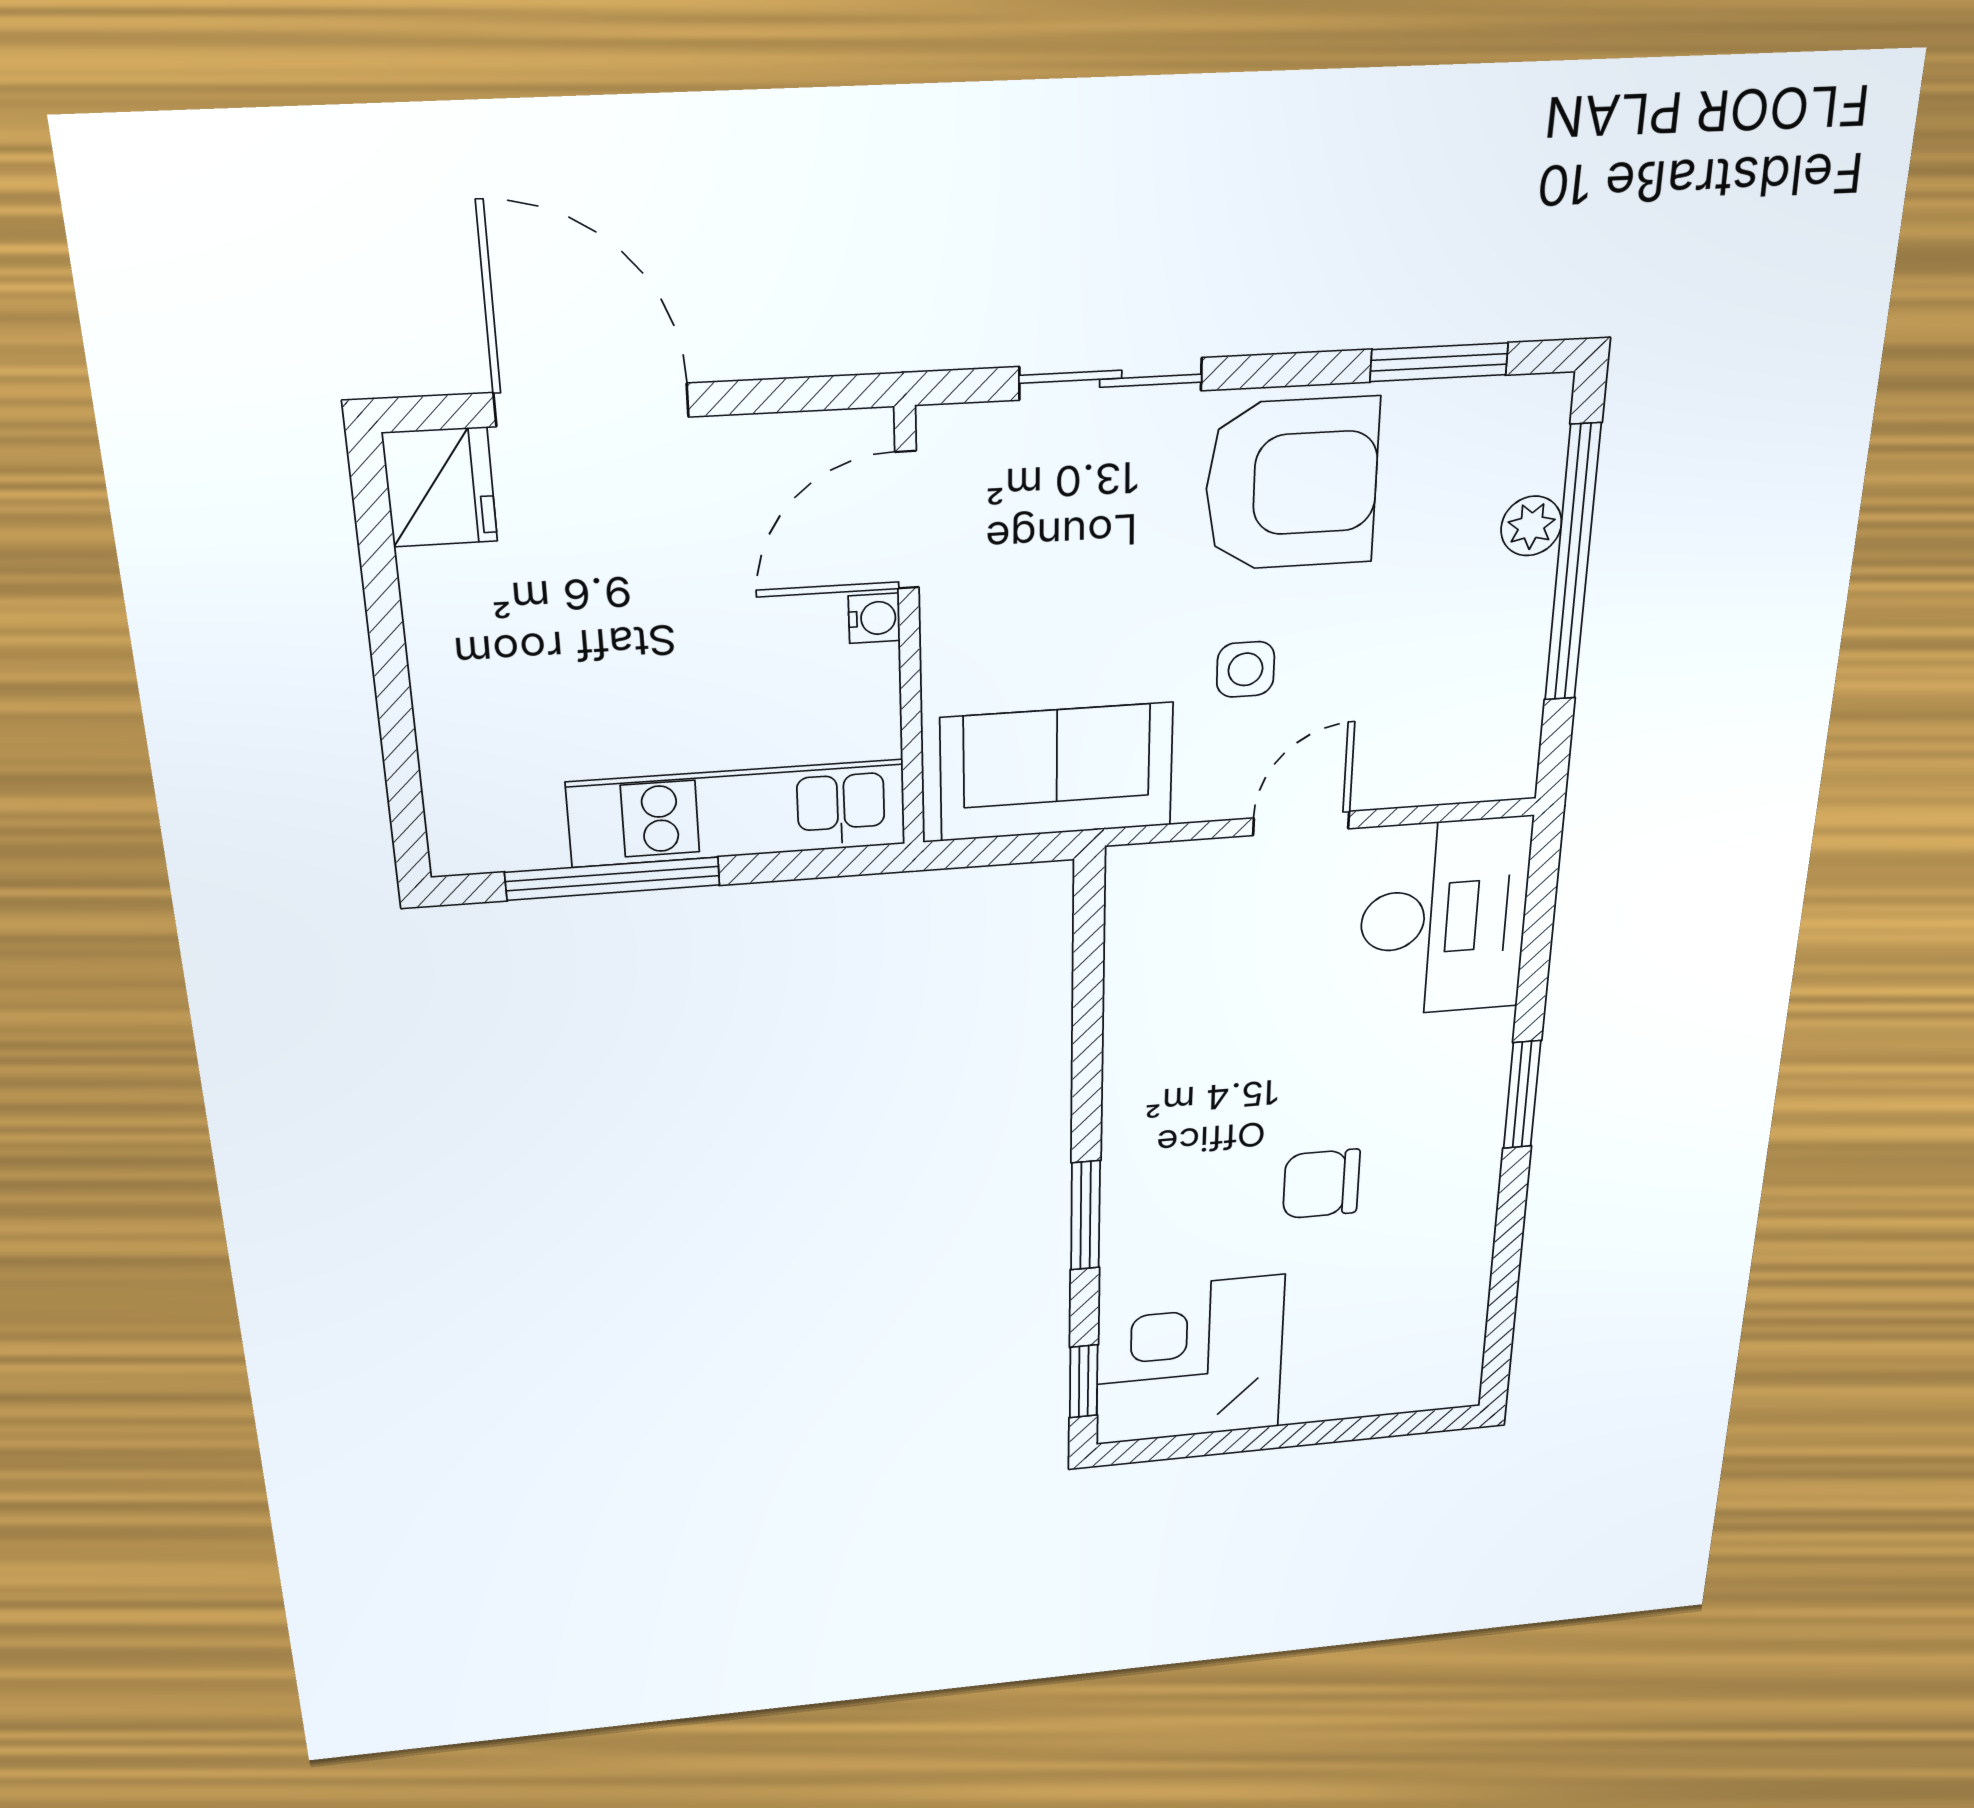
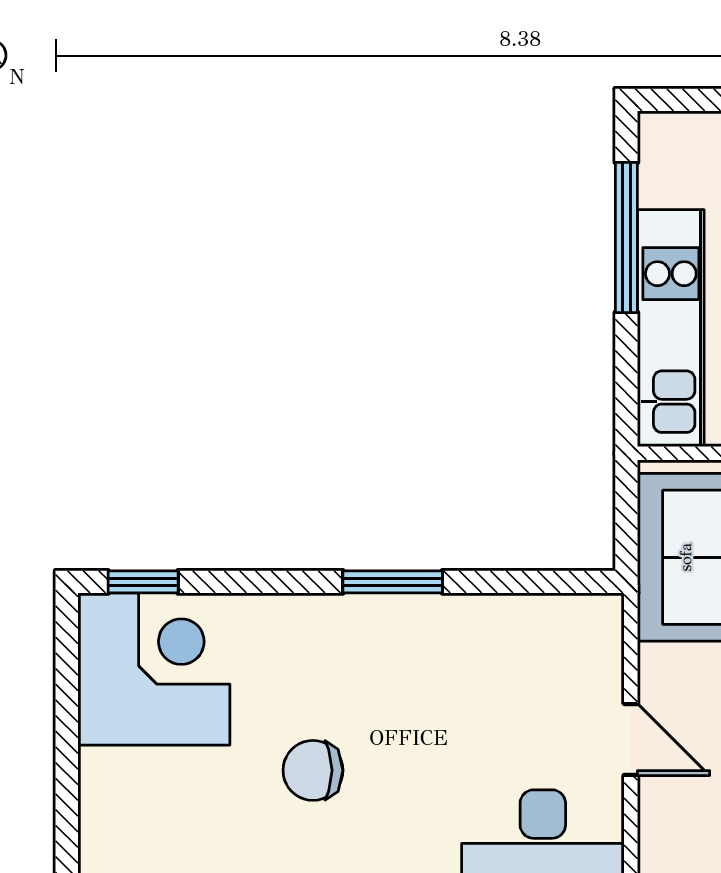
chair: (1321, 1184) -> (313, 770), turned -90
window: (1085, 1216) -> (393, 582), moved

